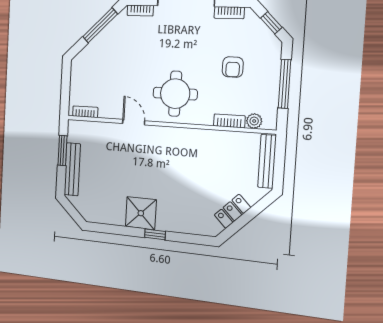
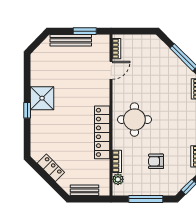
door: (134, 122) -> (111, 70), moved
locker: (189, 138) -> (102, 132), added
bench: (267, 161) -> (84, 190), width x0.73

